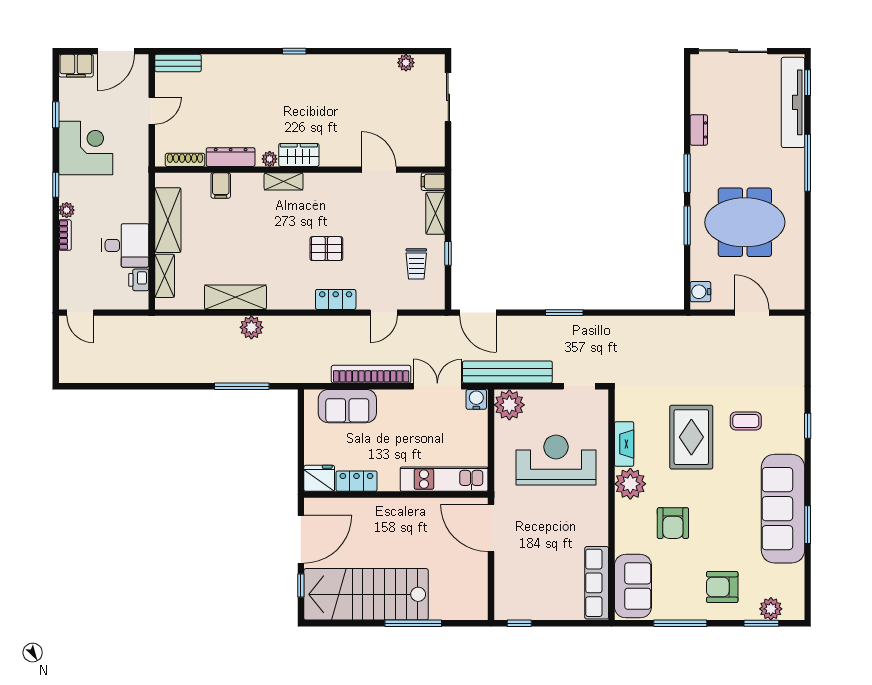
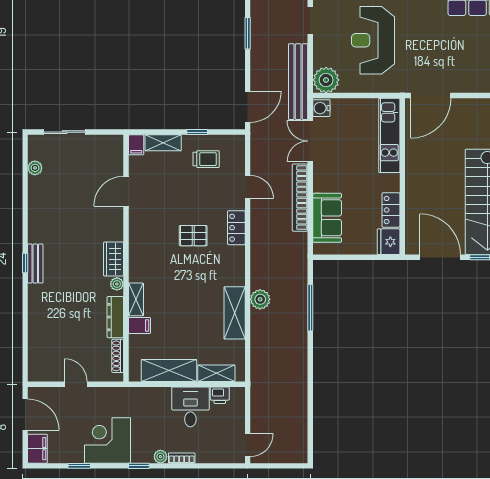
bench: (178, 63) -> (35, 264), moved
shelving: (284, 181) -> (136, 299), moved
pallet: (326, 249) -> (193, 236), turned 90

